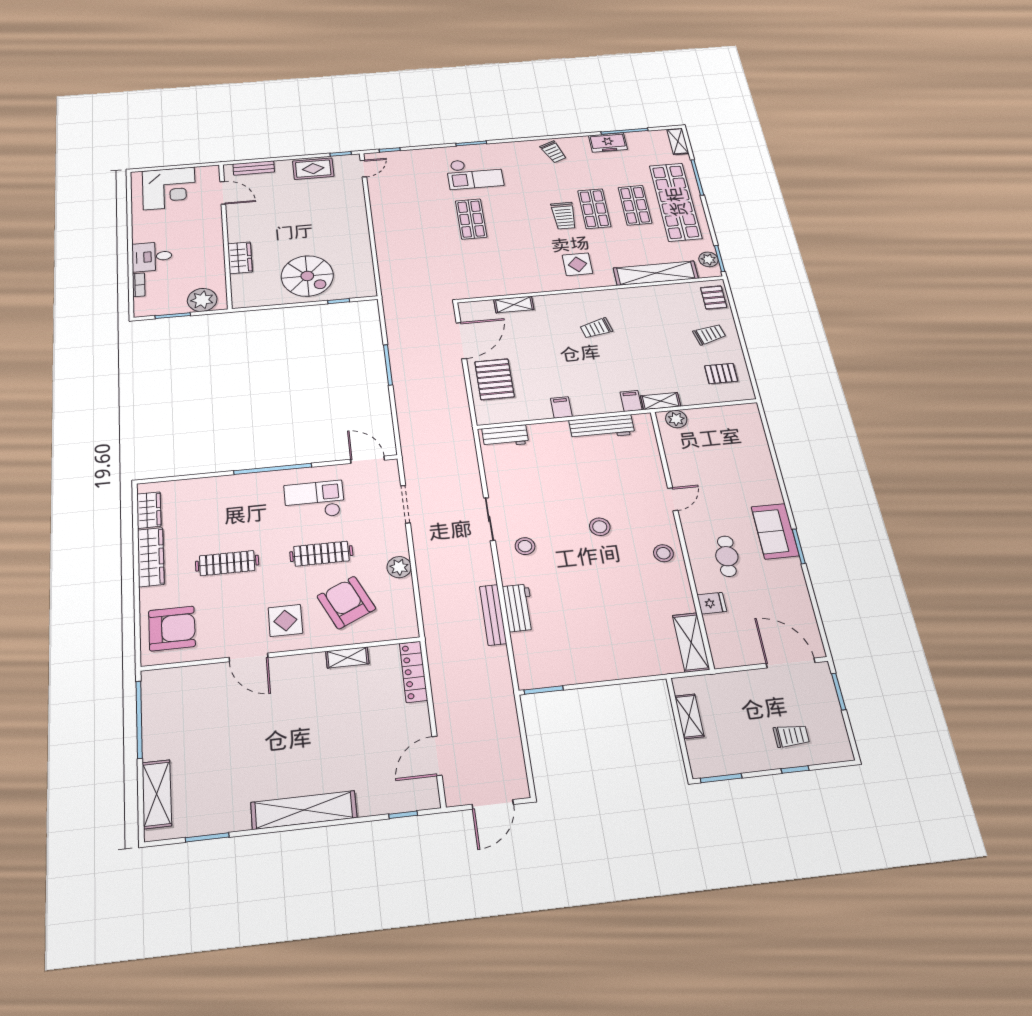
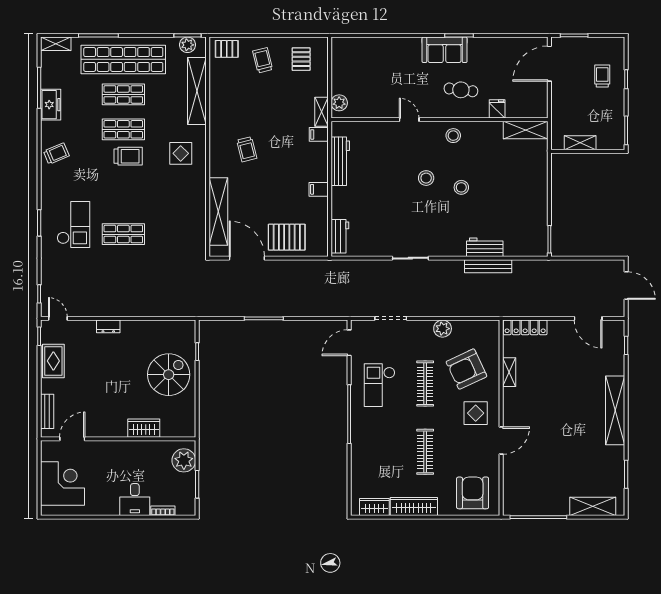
dresser: (360, 214) -> (108, 326), added
shelving: (514, 305) -> (218, 211), width x2.20, depth x1.33
stool: (525, 546) -> (461, 187), moved

